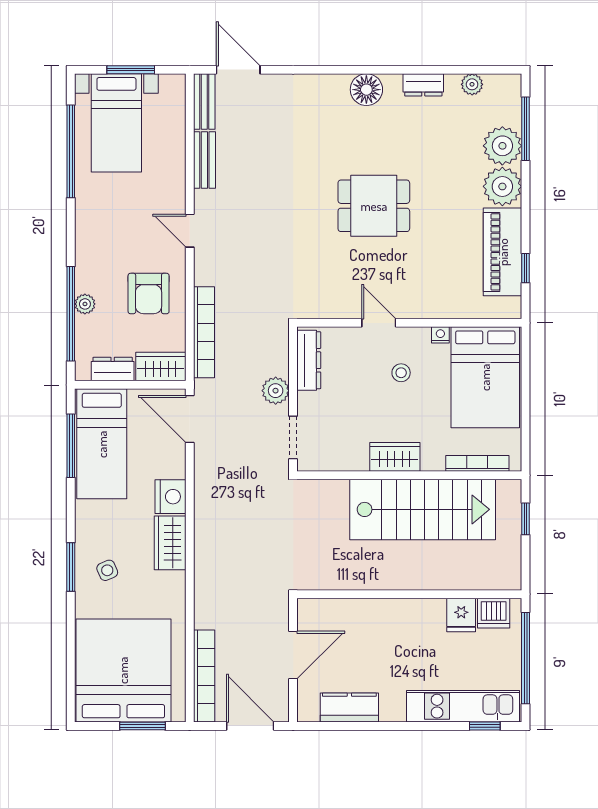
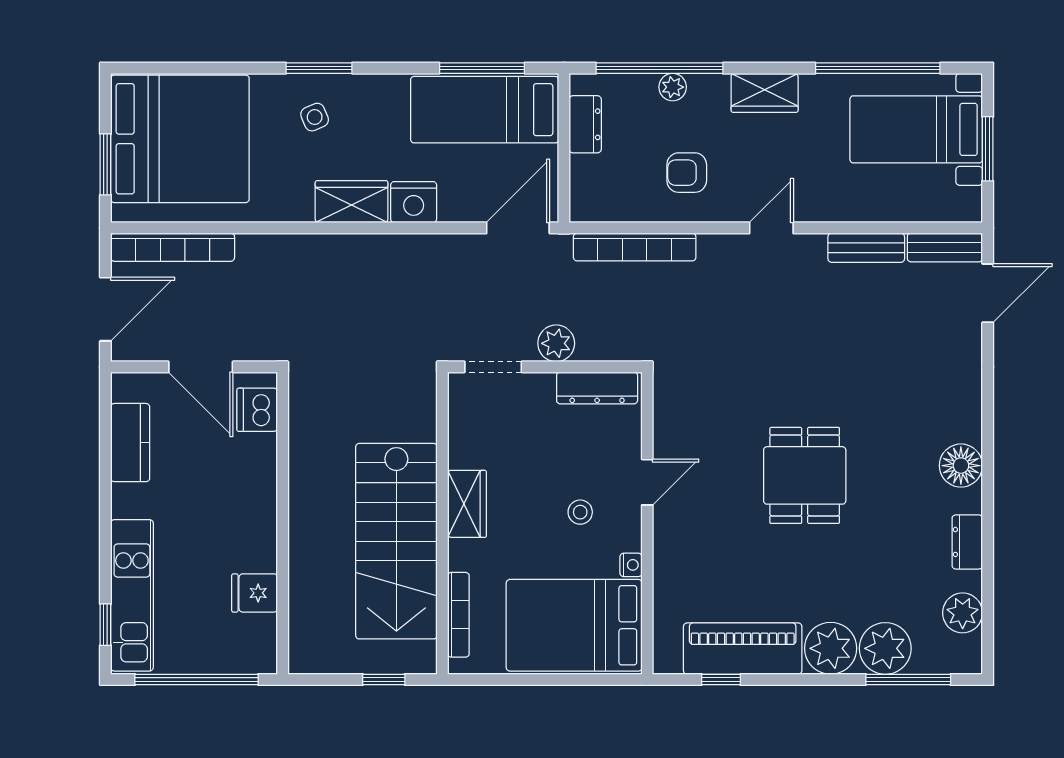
plant: (472, 84) -> (963, 613), width x1.38, depth x1.38
armchair: (149, 294) -> (687, 173), width x0.72, depth x0.72
wardrobe: (161, 367) -> (765, 93), moved, turned 90
dishwasher: (494, 613) -> (257, 410), moved

